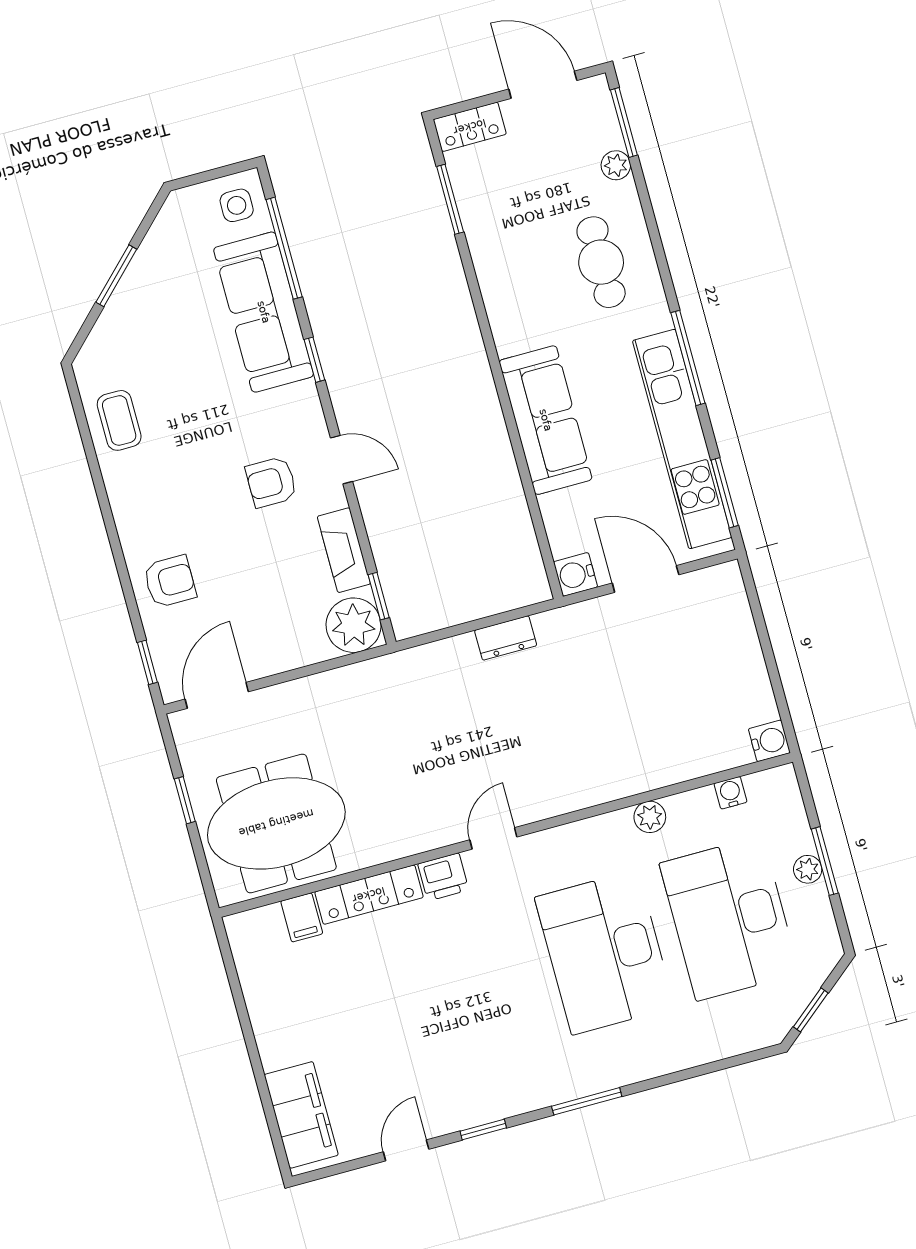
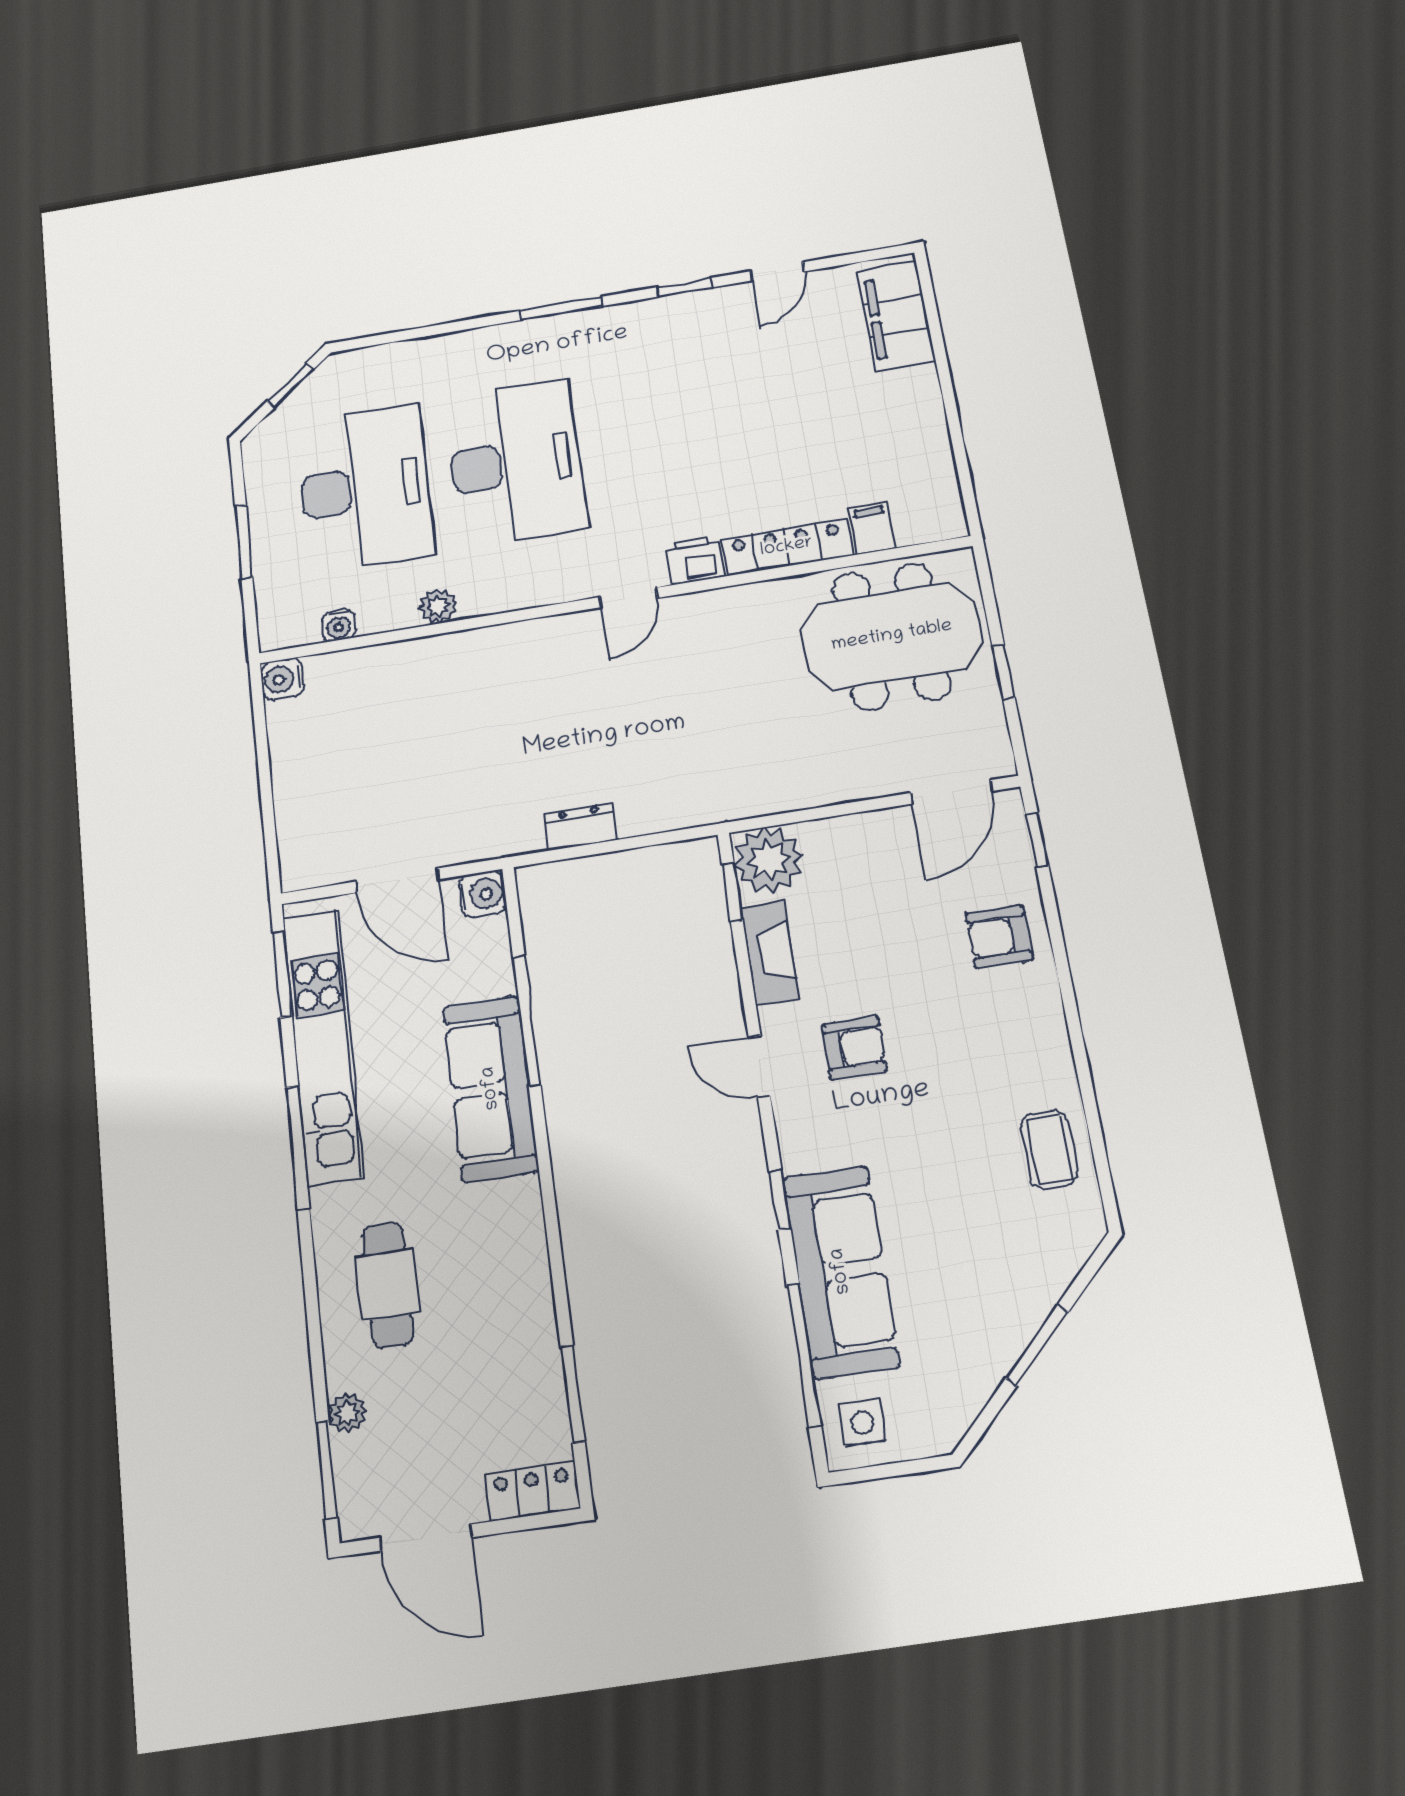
window: (525, 477) -> (527, 1020), added
plant: (808, 869) -> (265, 534), removed

